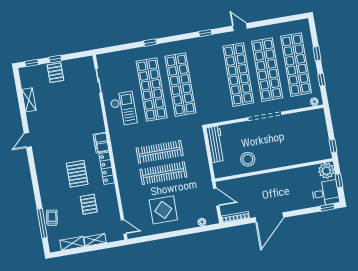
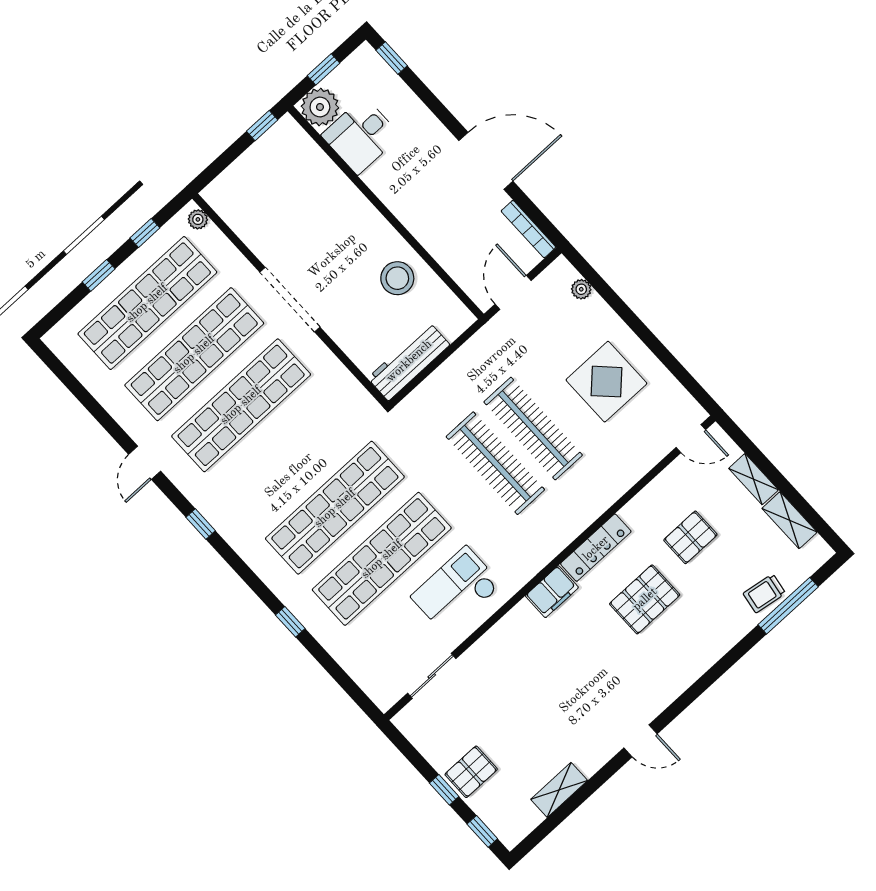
desk: (326, 193) -> (361, 135), moved, turned -90
door: (124, 227) -> (691, 439), swing flipped

